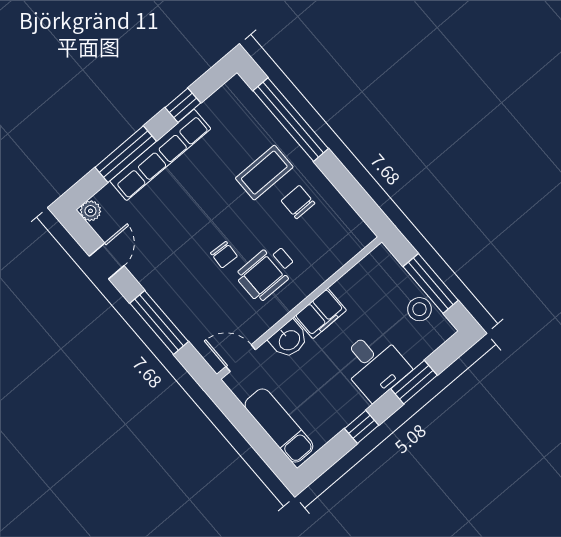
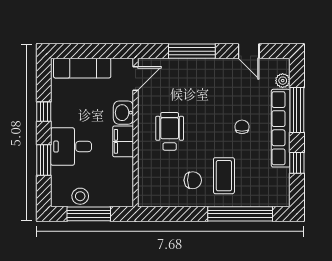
plant: (90, 211) -> (283, 81), moved
chair: (224, 255) -> (242, 127), moved, turned 87

